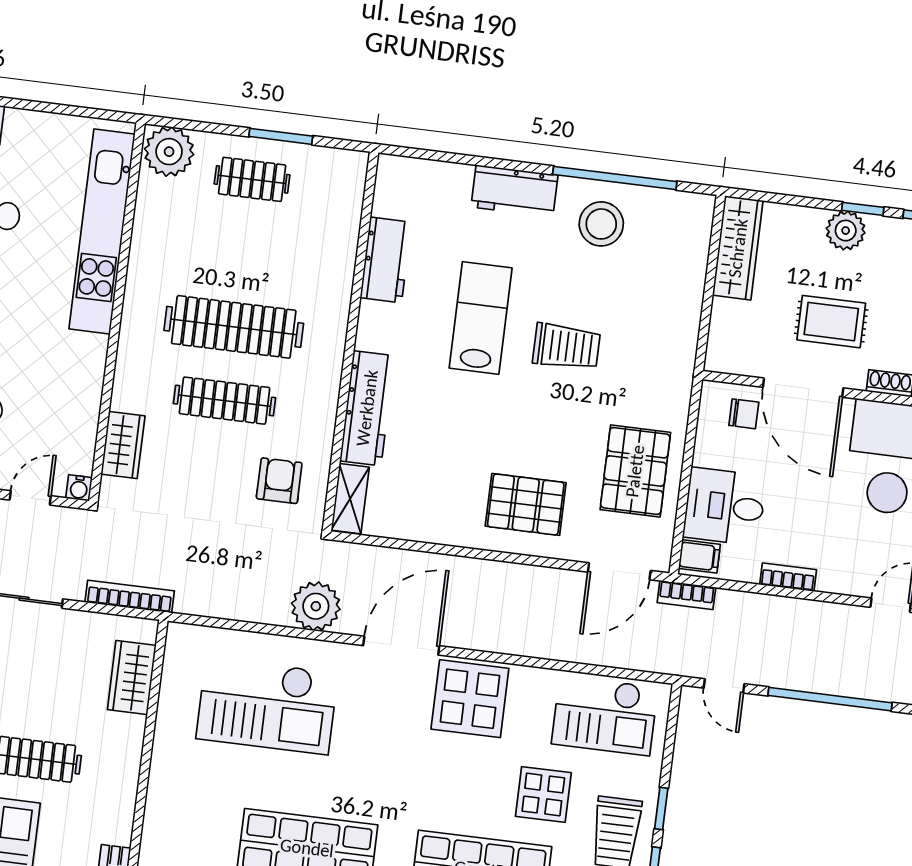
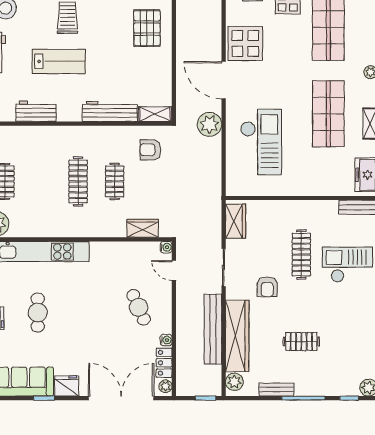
lab bench: (481, 318) -> (59, 61), turned 180
clothes rail: (234, 327) -> (78, 181), width x0.73, depth x0.76
clothes rail: (225, 401) -> (115, 181), width x0.73
bookcase: (130, 597) -> (216, 216), removed
wardrobe: (132, 678) -> (236, 221), moved, turned -90

